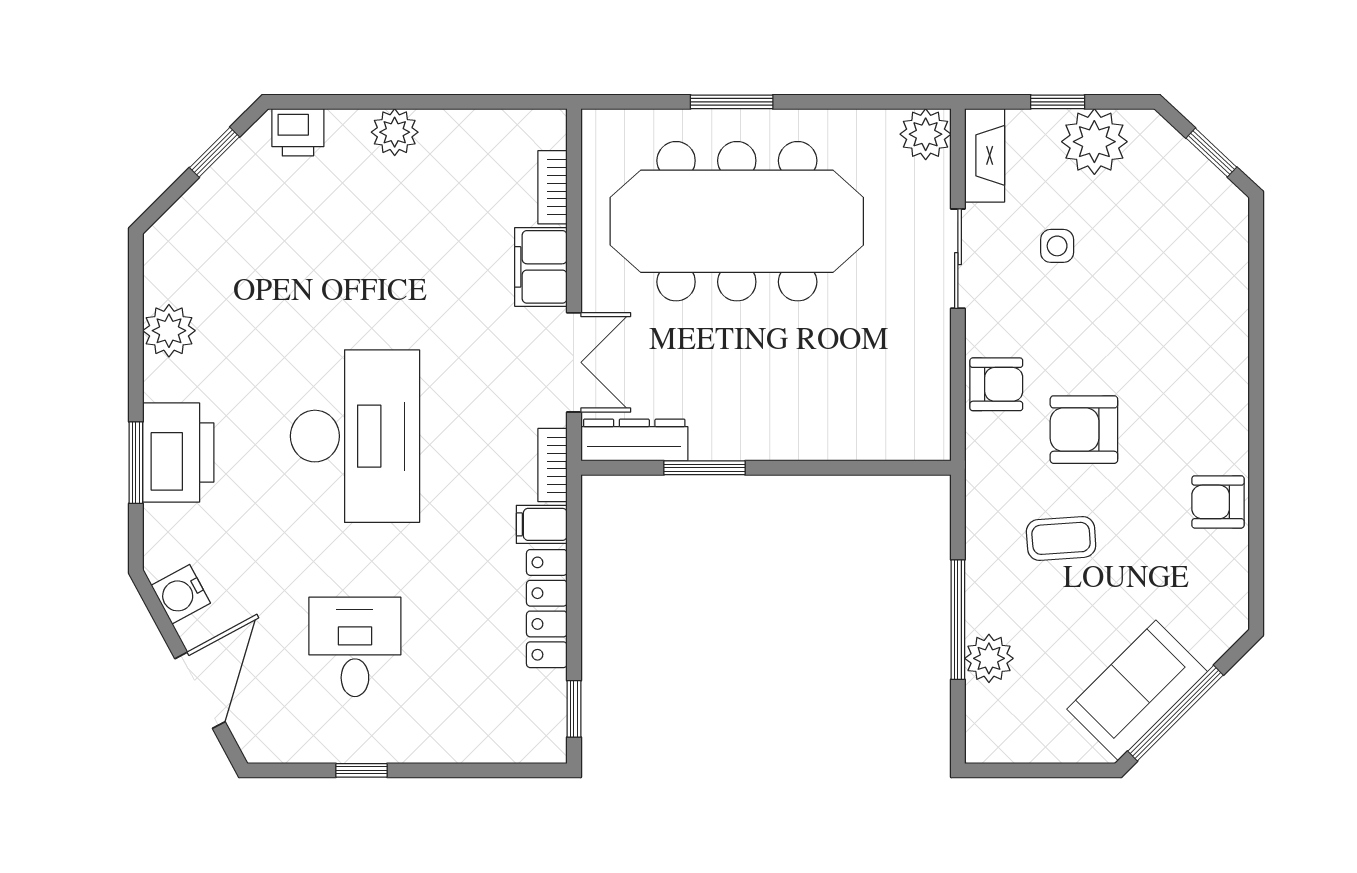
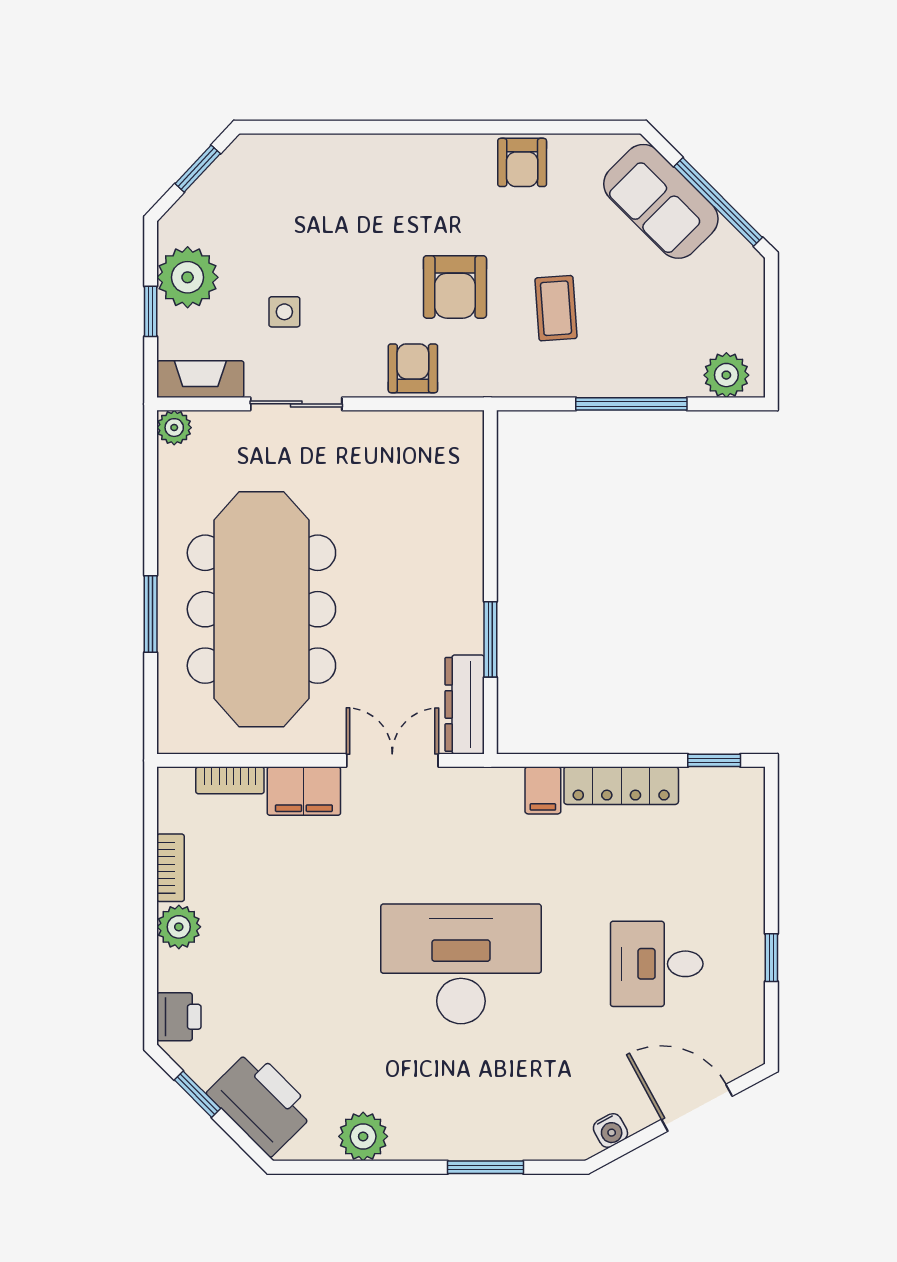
plant: (926, 134) -> (174, 428), width x0.73, depth x0.73
printer: (178, 453) -> (261, 1102), moved, turned 45
bookcase: (553, 465) -> (170, 868), moved, turned -90
water cooler: (181, 594) -> (610, 1131), width x0.72, depth x0.72
plant: (989, 658) -> (726, 375), moved
sofa: (1137, 690) -> (661, 201), moved

